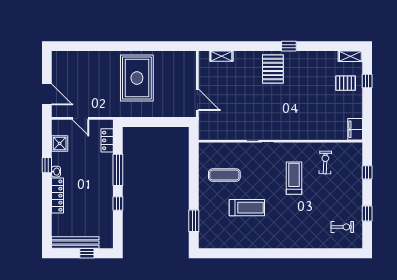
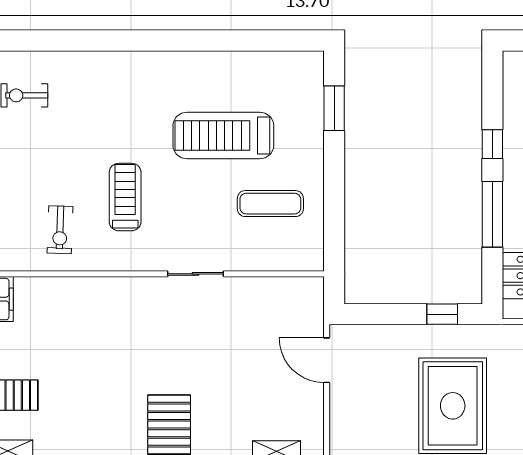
window: (142, 122) -> (442, 314), added
treadmill: (294, 178) -> (125, 197), turned 180
treadmill: (247, 208) -> (223, 135), width x1.37, depth x1.38

